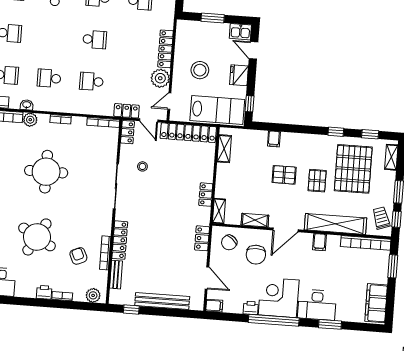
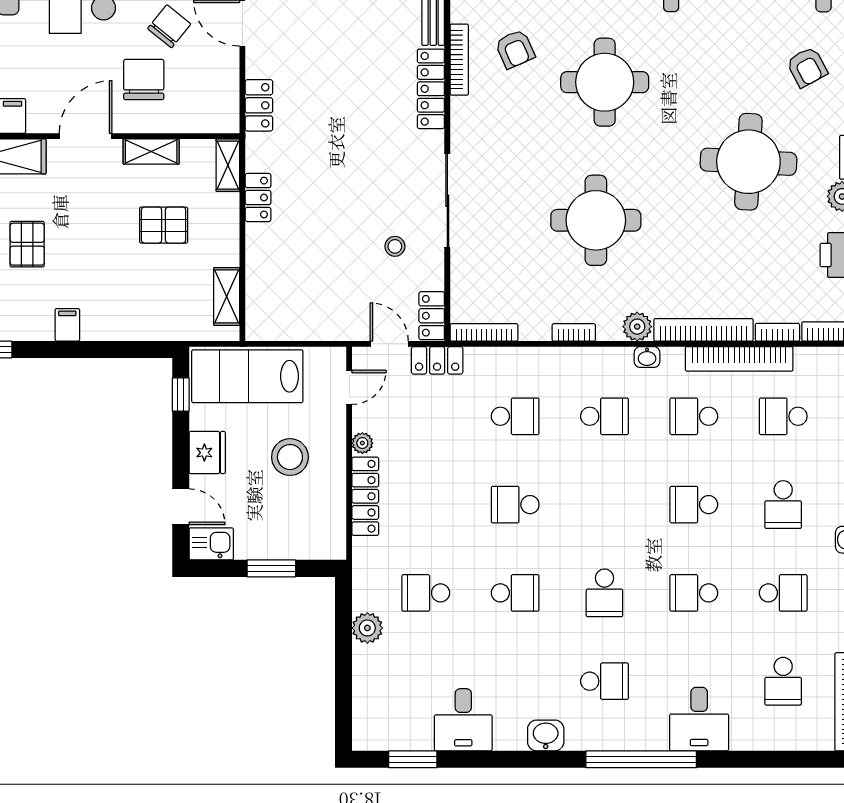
plant: (160, 78) -> (362, 443), width x0.53, depth x0.53
locker: (188, 133) -> (304, 324), removed
filing cabinet: (274, 139) -> (67, 325), moved
pallet: (284, 175) -> (164, 225), moved
round table: (37, 237) -> (605, 82), turned -30
chair: (229, 242) -> (169, 26), moved

